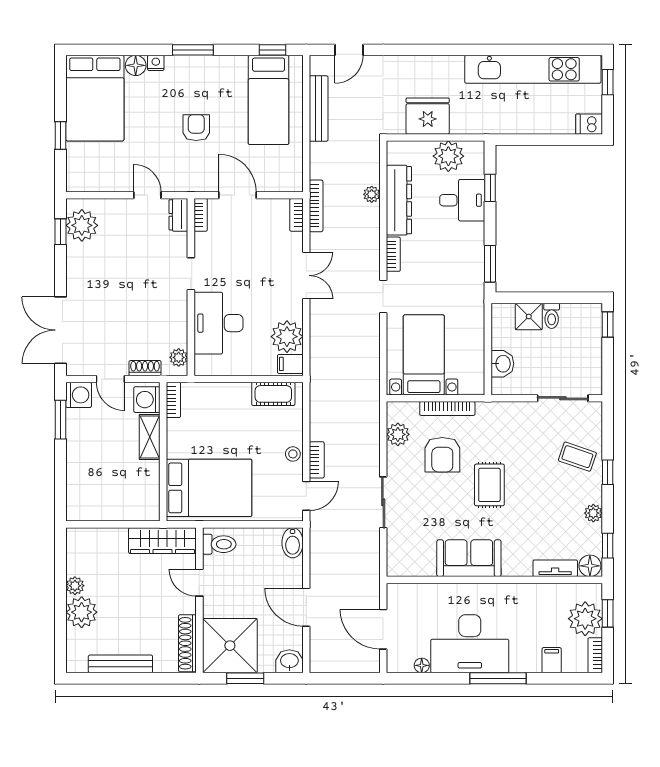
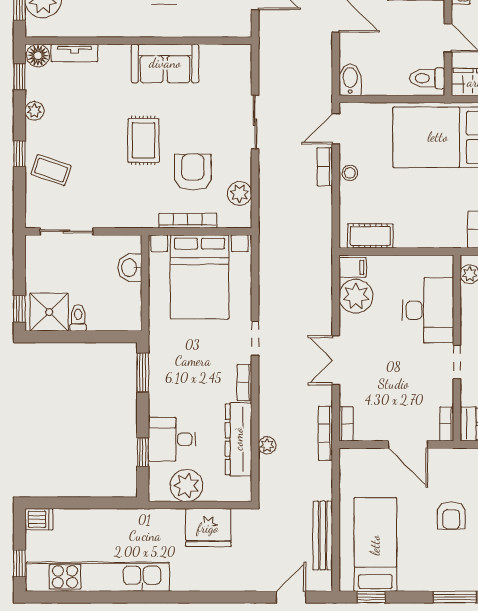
shower: (529, 316) -> (49, 312), moved, width x1.36, depth x1.36
bed with nightstands: (424, 355) -> (200, 277), width x1.36

